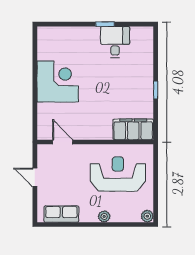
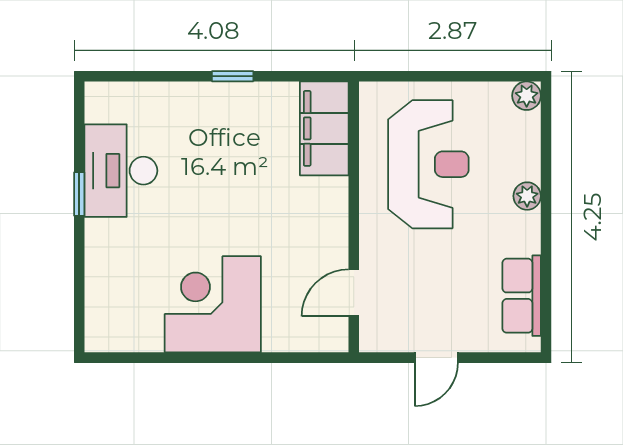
desk: (115, 42) -> (121, 171), width x1.37
reception desk: (118, 174) -> (428, 164), turned 180

